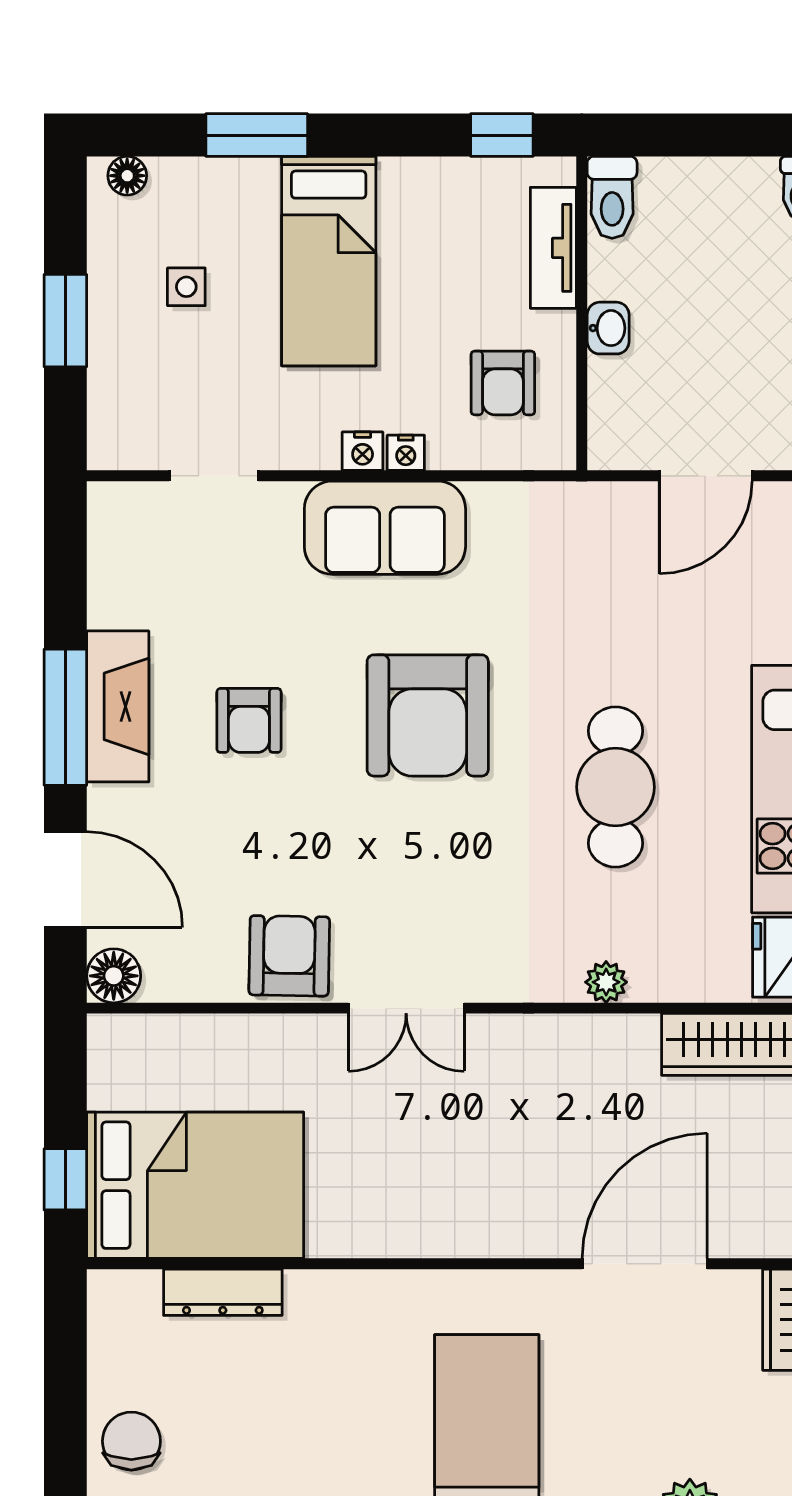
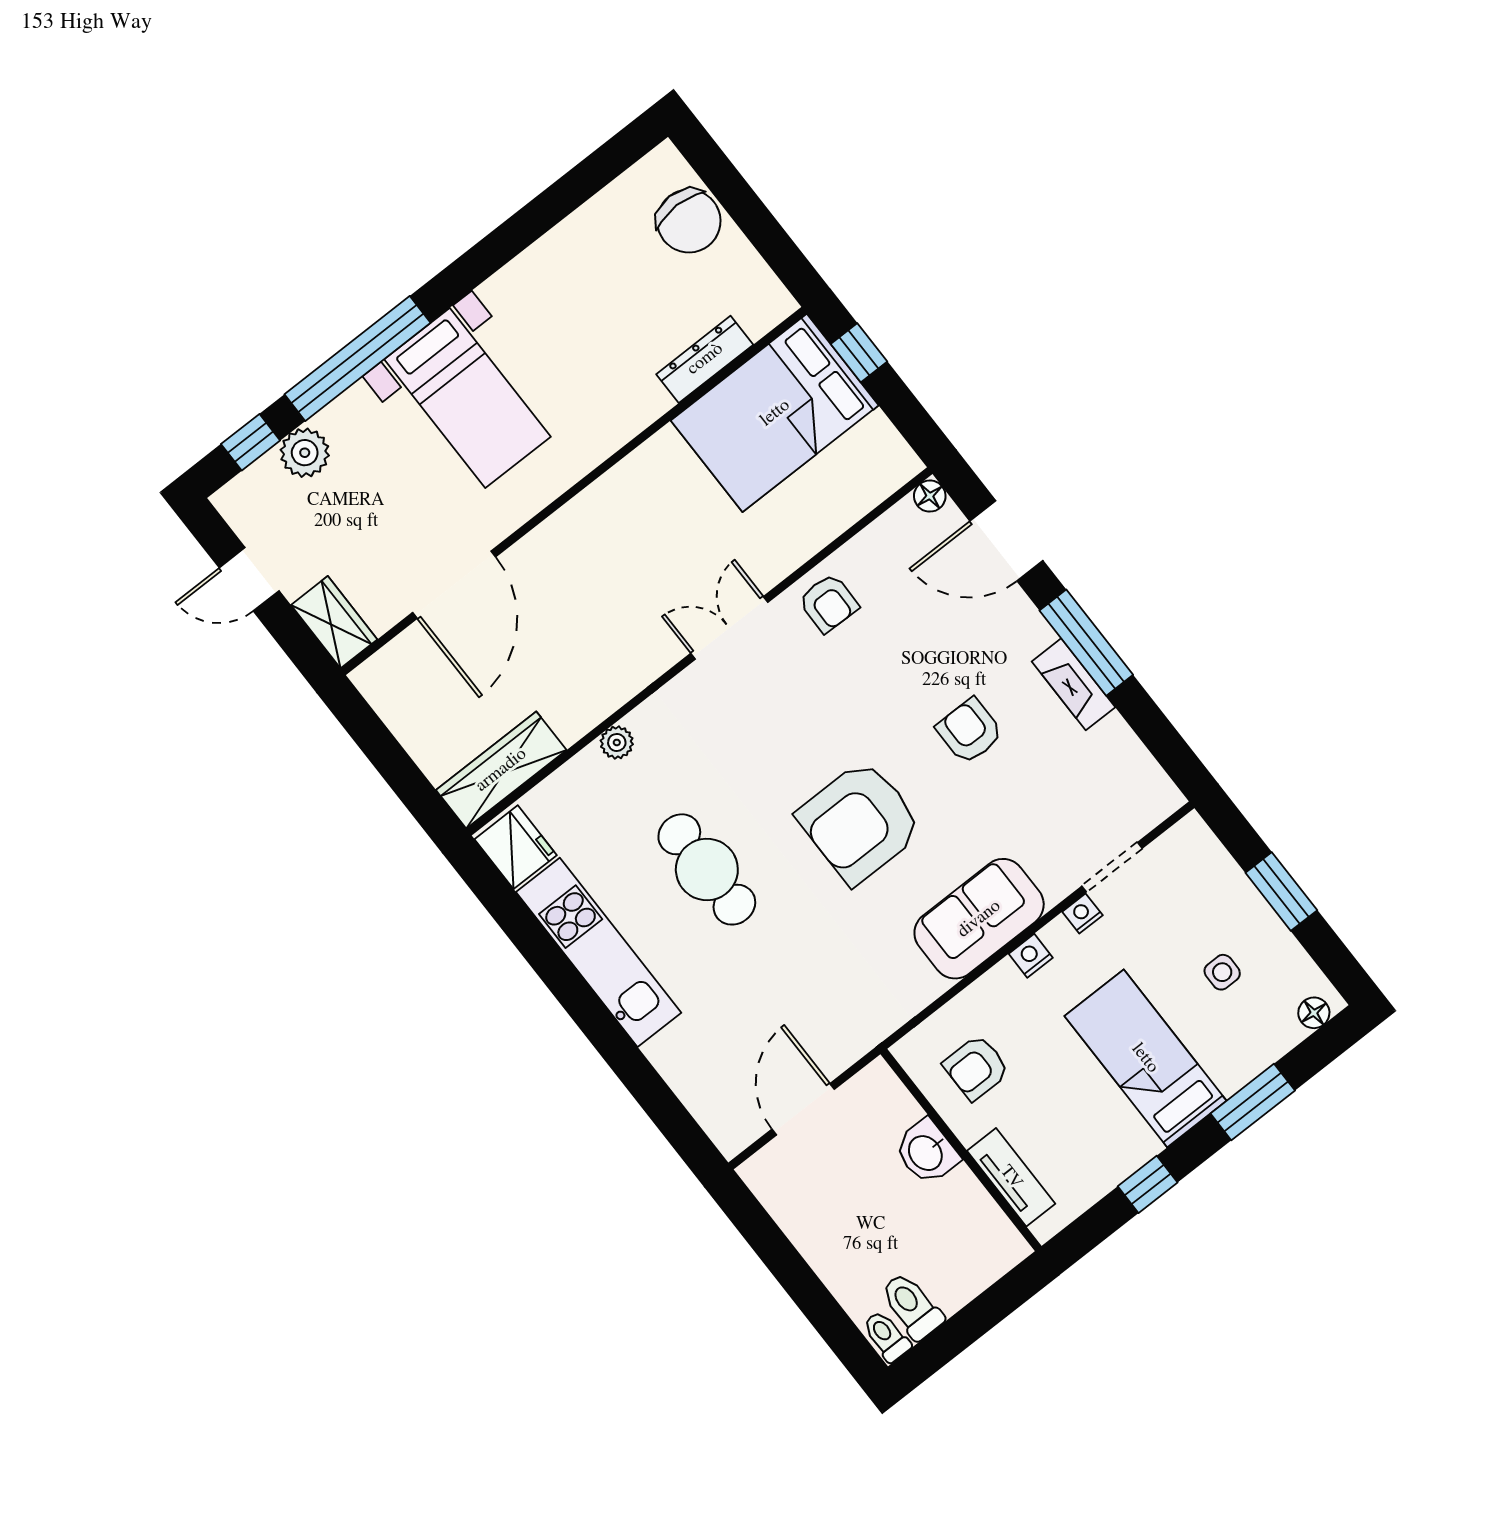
window: (502, 135) -> (1148, 1184), moved
toilet: (612, 197) -> (912, 1306), moved
washbasin: (608, 328) -> (926, 1152), width x1.38, depth x1.45
armchair: (503, 383) -> (976, 1068), turned -90
nightstand: (406, 453) -> (1082, 914), moved
fireplace: (118, 706) -> (1073, 684), width x0.73, depth x0.76
armchair: (428, 715) -> (860, 822), turned -90
armchair: (289, 956) -> (828, 603), width x0.72, depth x0.72
floor lamp: (114, 976) -> (930, 496), width x0.73, depth x0.73
chair: (131, 1441) -> (689, 221), width x1.37, depth x1.37

